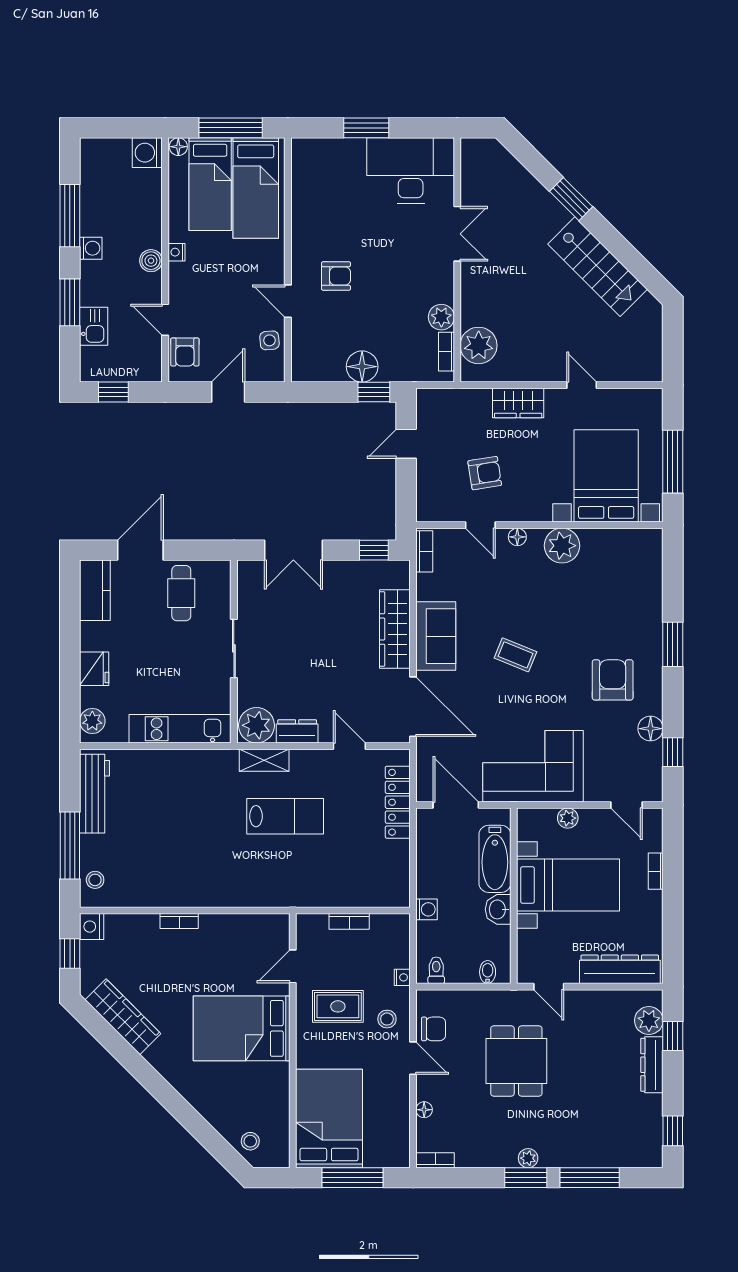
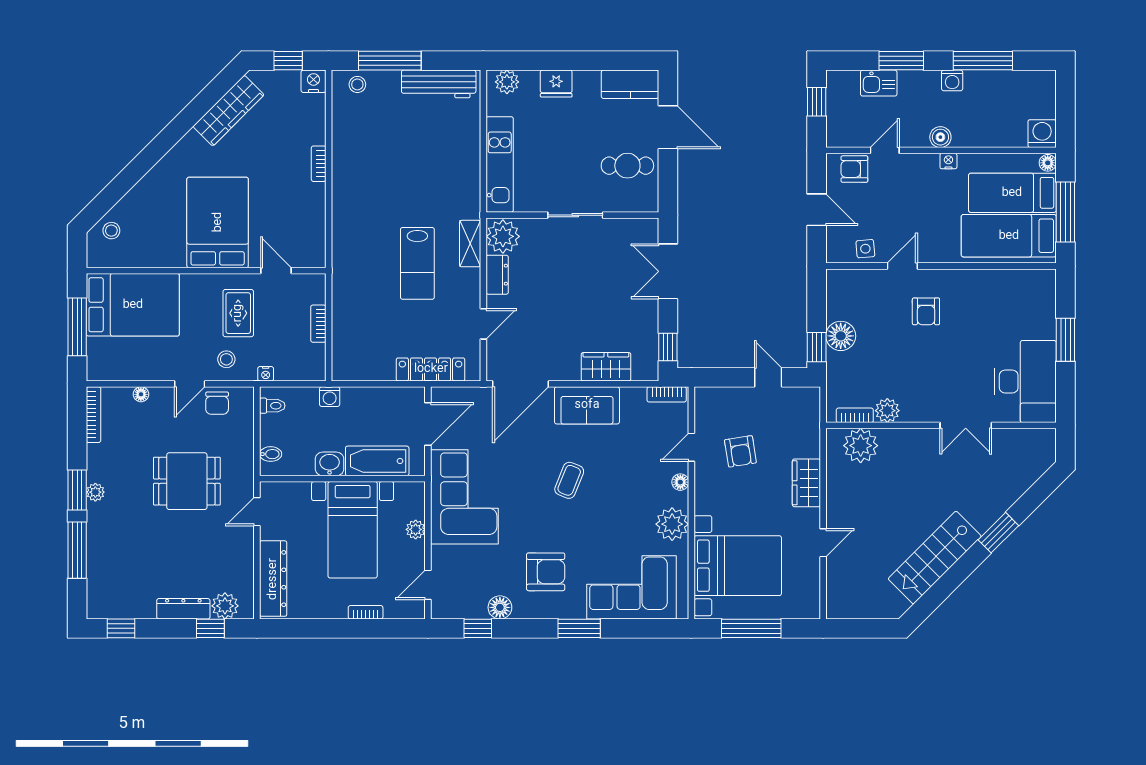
corner sofa: (629, 589) -> (631, 587), added
wardrobe: (395, 629) -> (606, 367), width x0.67
bookcase: (435, 1160) -> (93, 415), width x1.56

